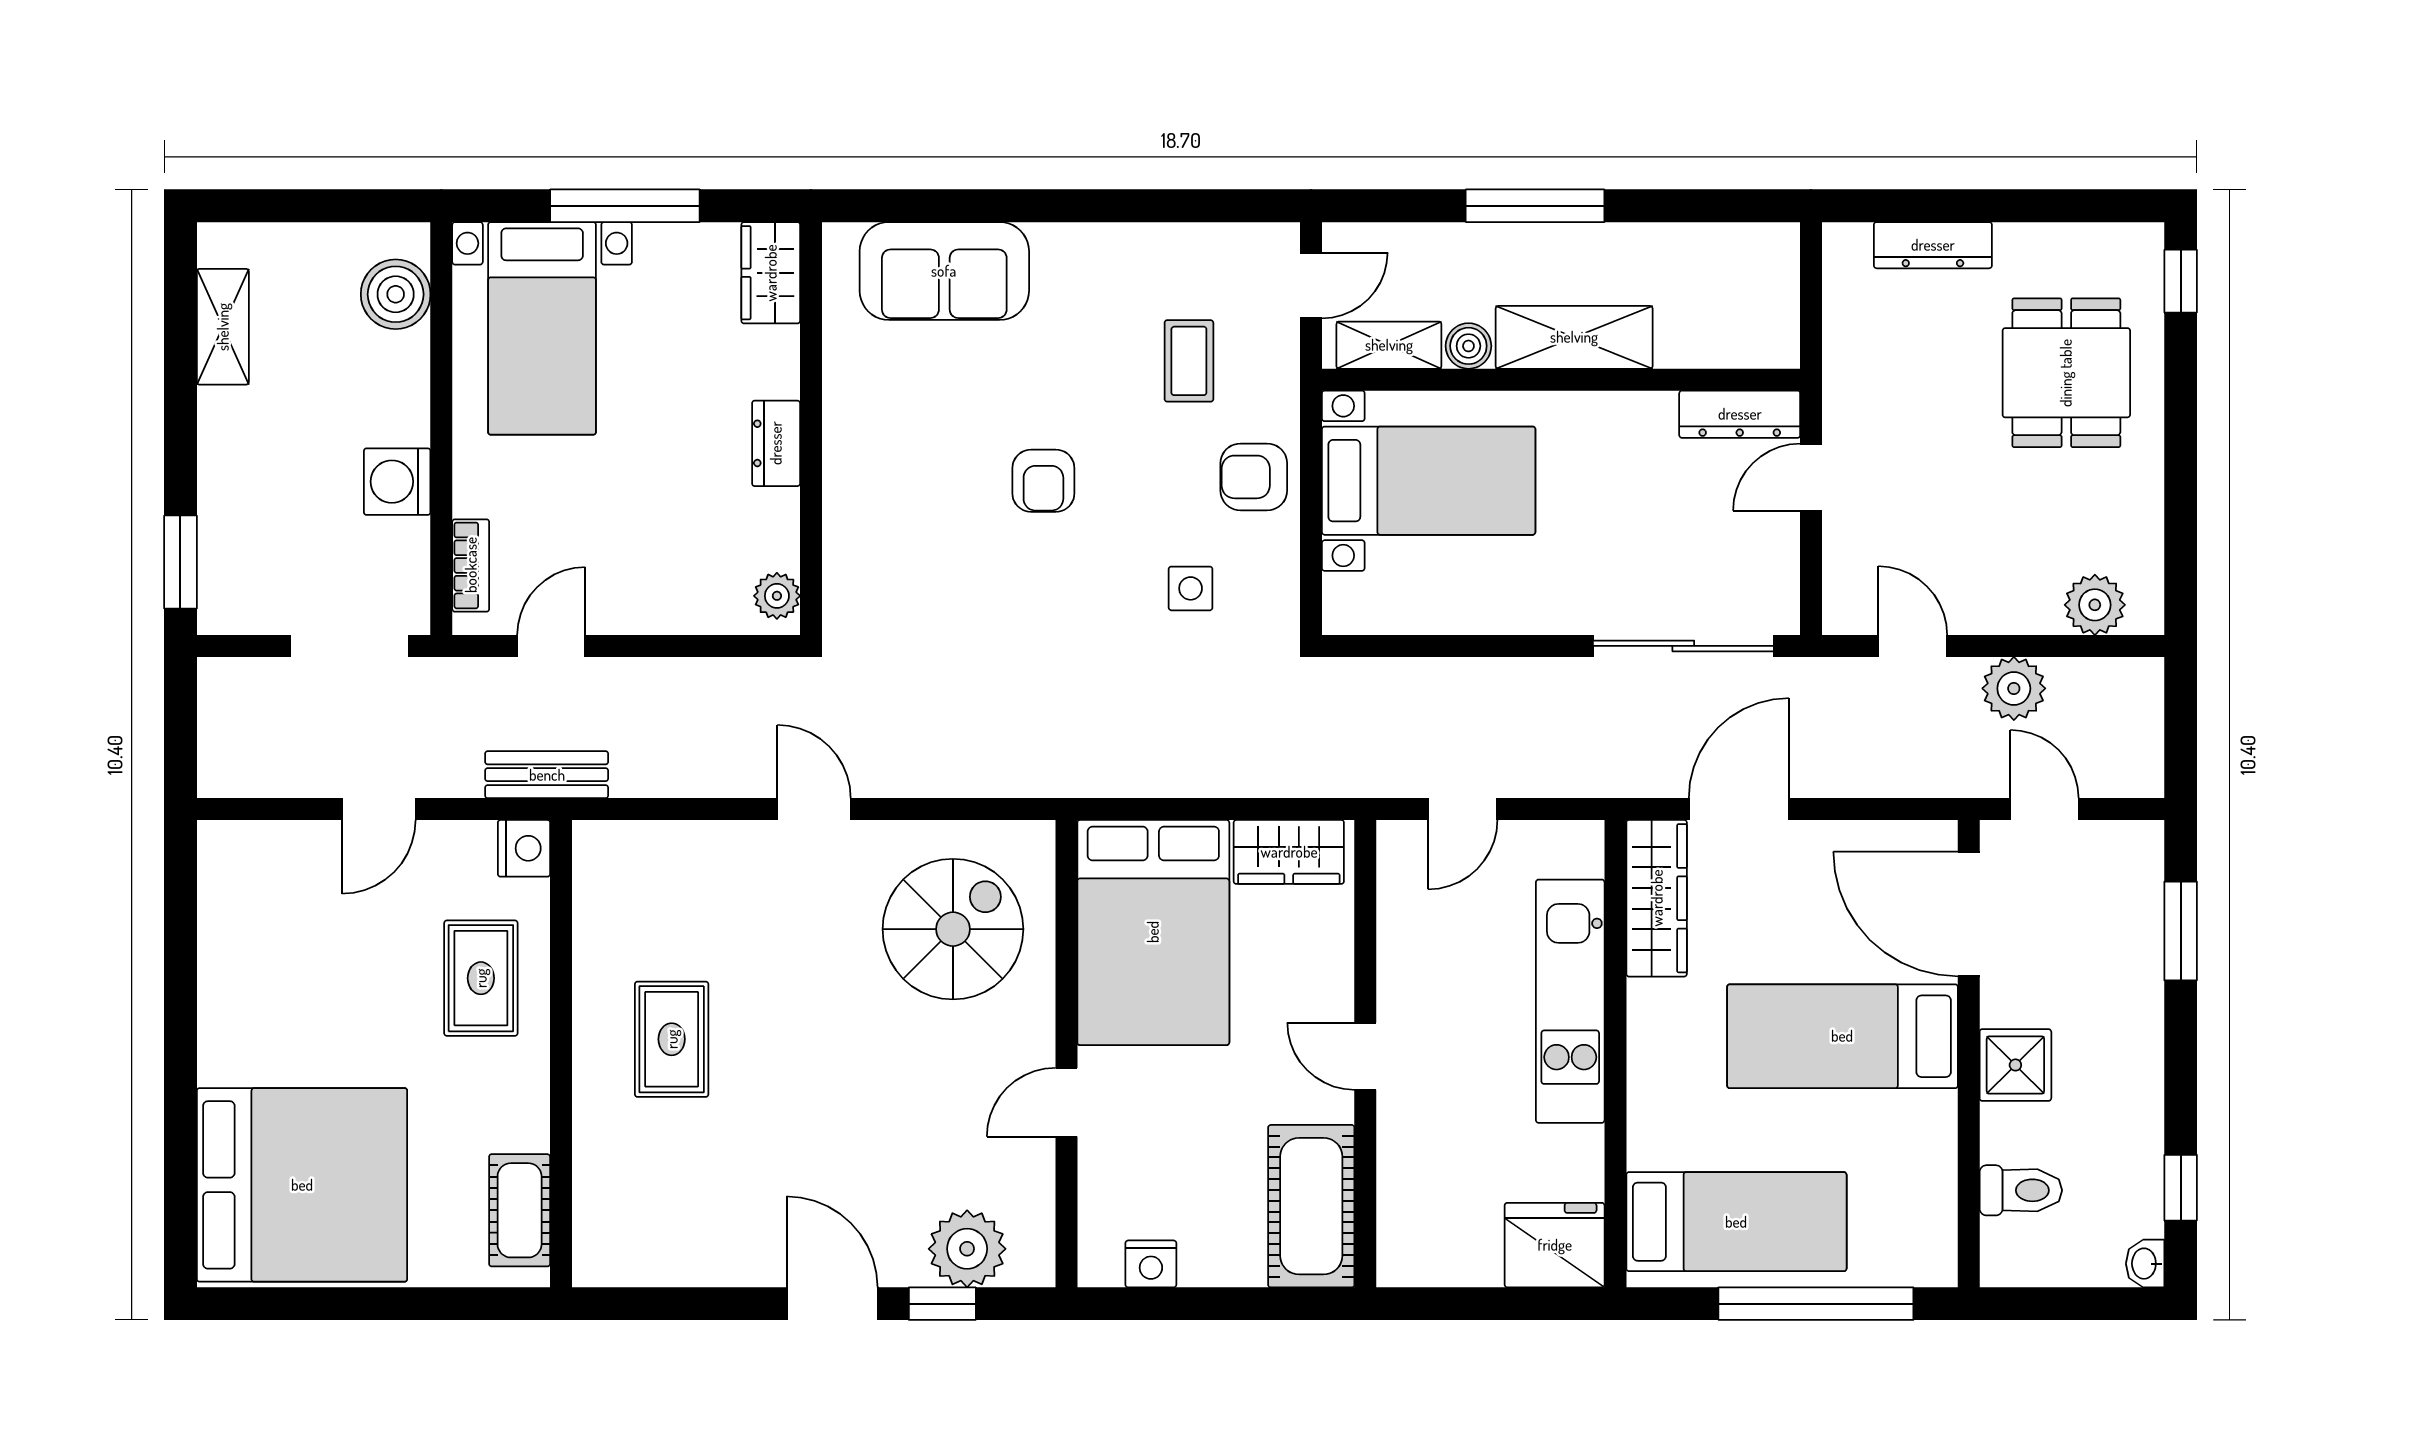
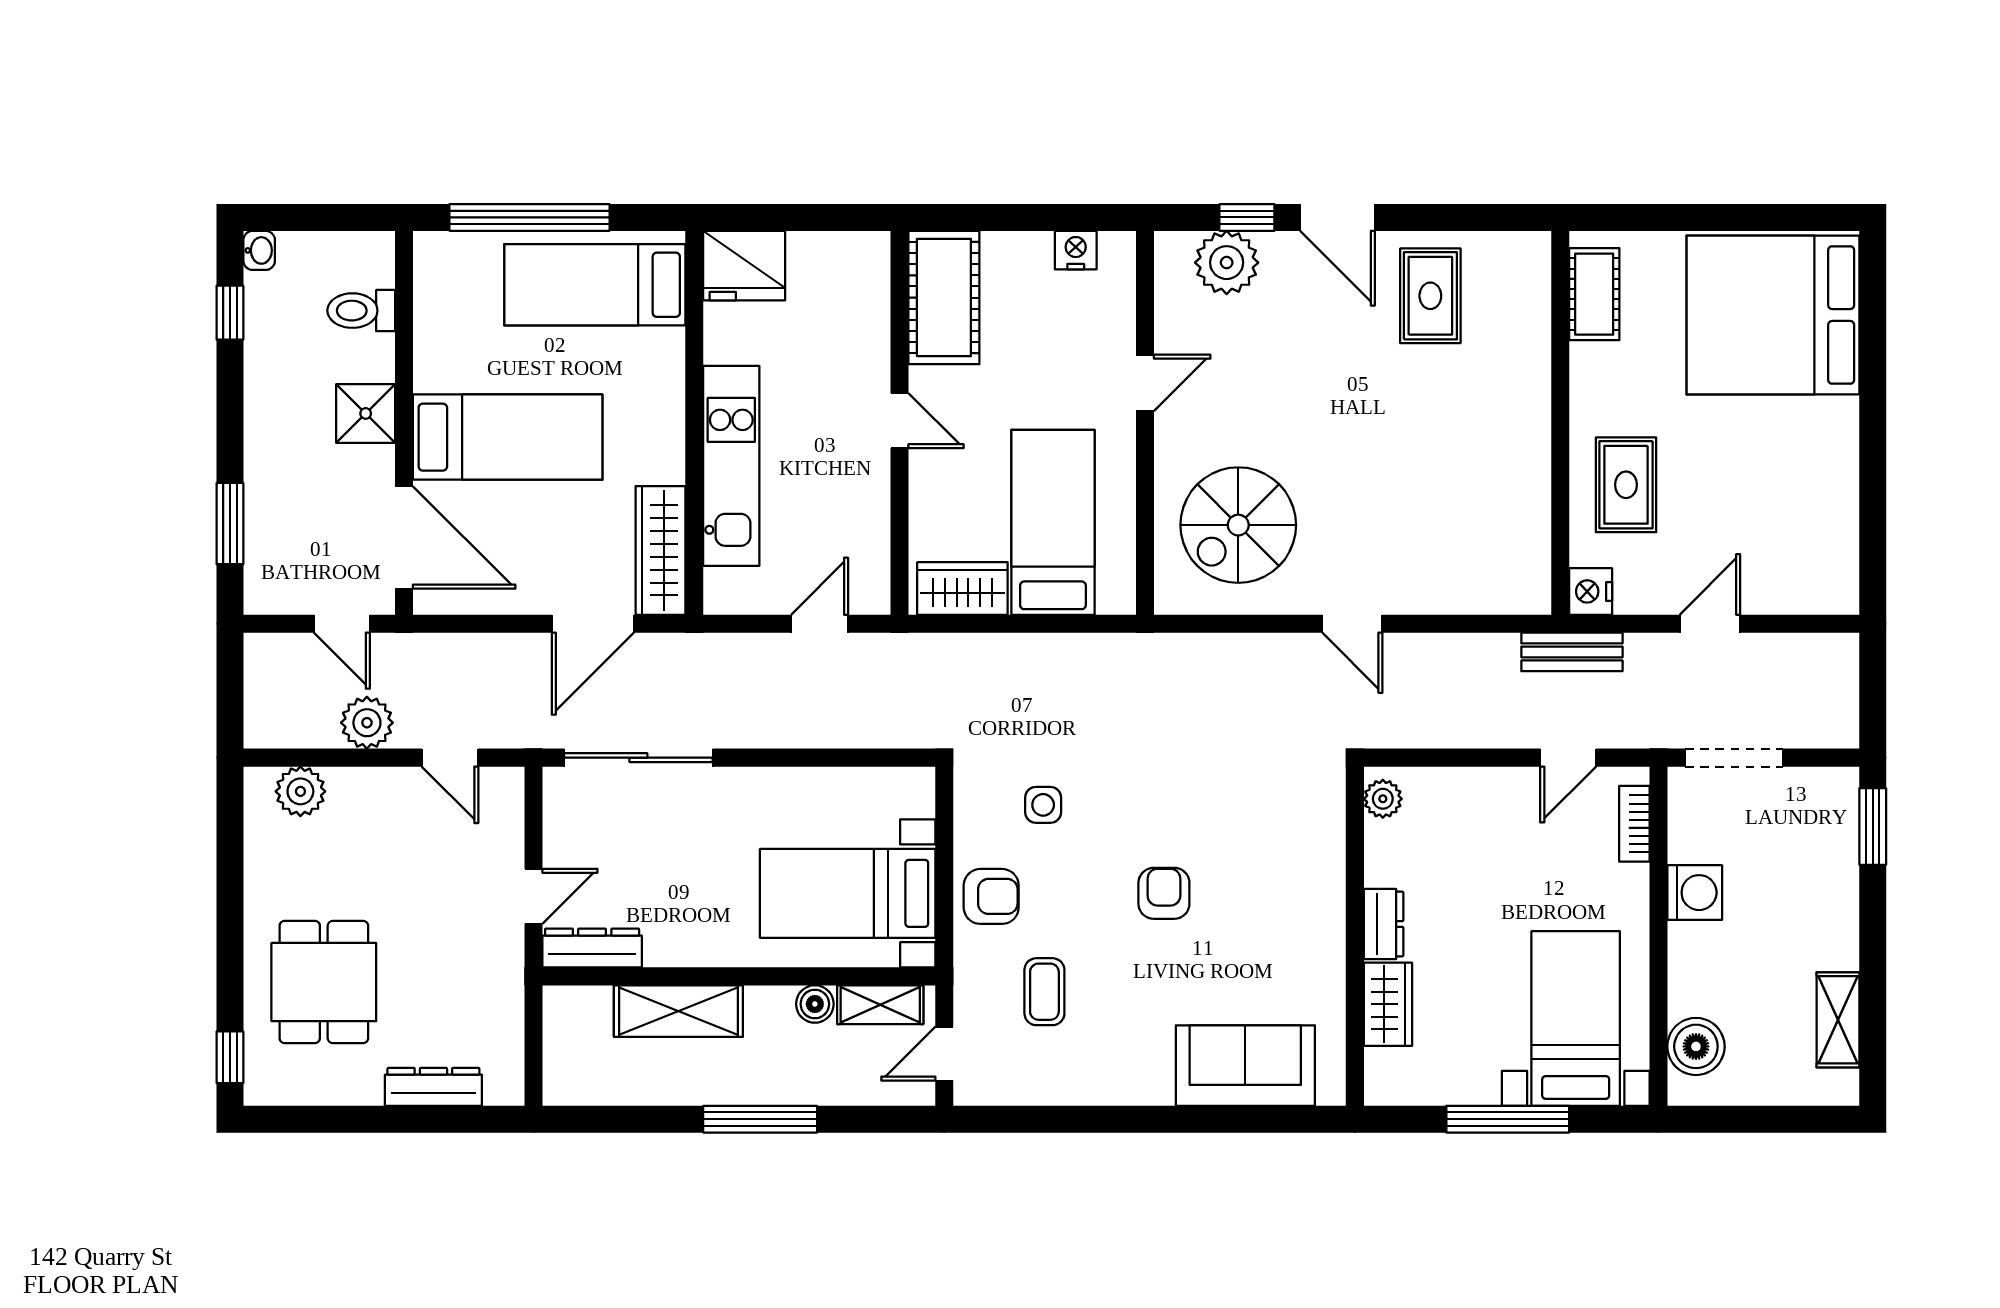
wardrobe: (771, 273) -> (1388, 1004), moved
shelving: (1574, 337) -> (678, 1011), moved
bed: (1153, 932) -> (1053, 522), width x0.67
rug: (672, 1039) -> (1430, 296), moved

